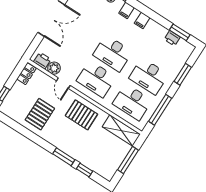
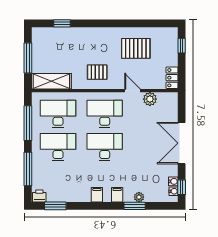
printer: (172, 38) -> (39, 196), moved
printer: (42, 61) -> (165, 99), removed
window: (183, 74) -> (28, 169), width x1.44
pallet: (40, 114) -> (136, 48), turned 90
pallet: (81, 115) -> (97, 72), width x0.67, depth x0.71
window: (64, 157) -> (89, 23), removed

